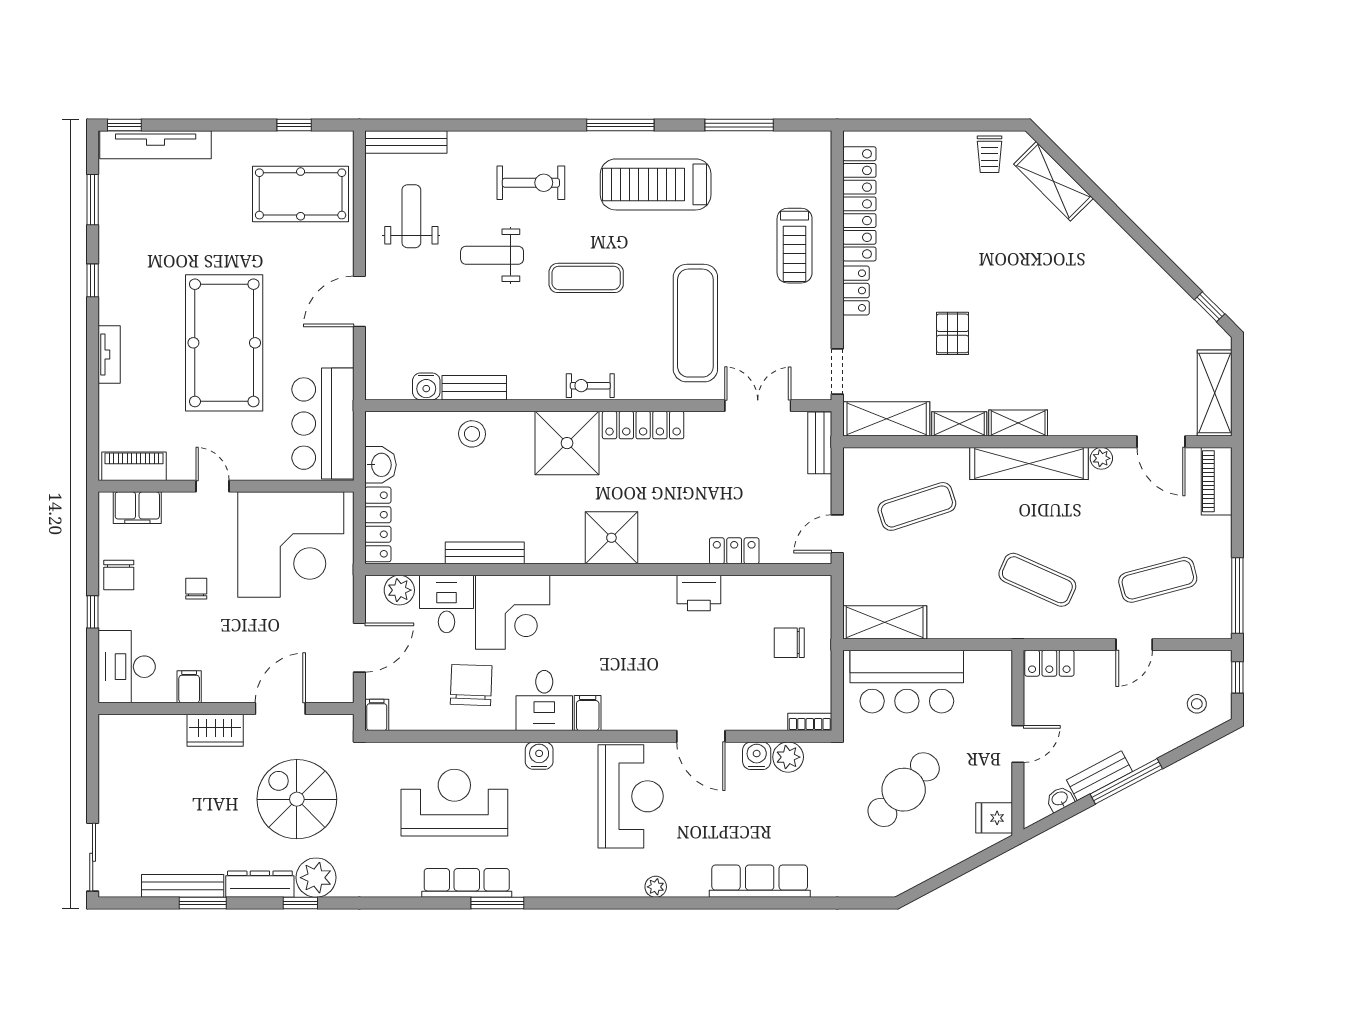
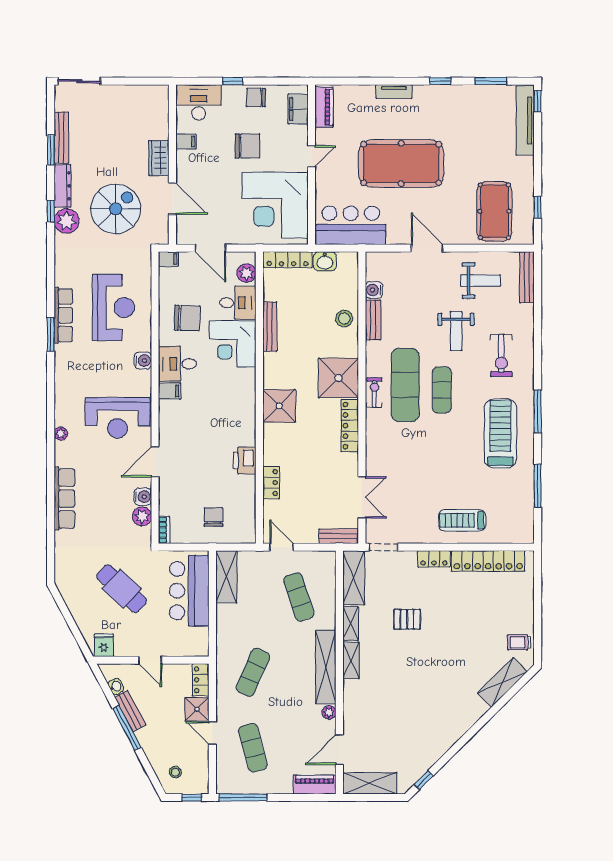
weight bench: (492, 255) -> (456, 331), turned 180
exercise mat: (695, 323) -> (405, 385), moved, turned 90
chair: (196, 589) -> (247, 146), width x1.87, depth x1.87
shower: (1096, 669) -> (197, 709), added

